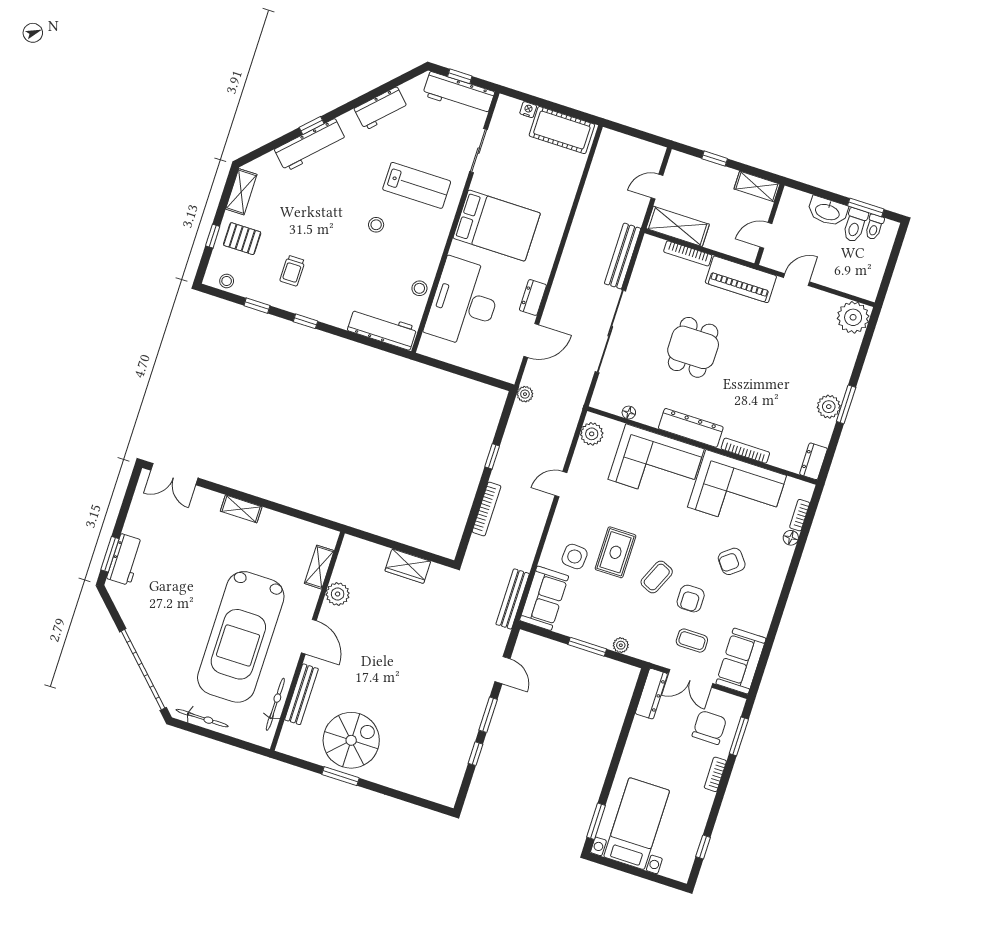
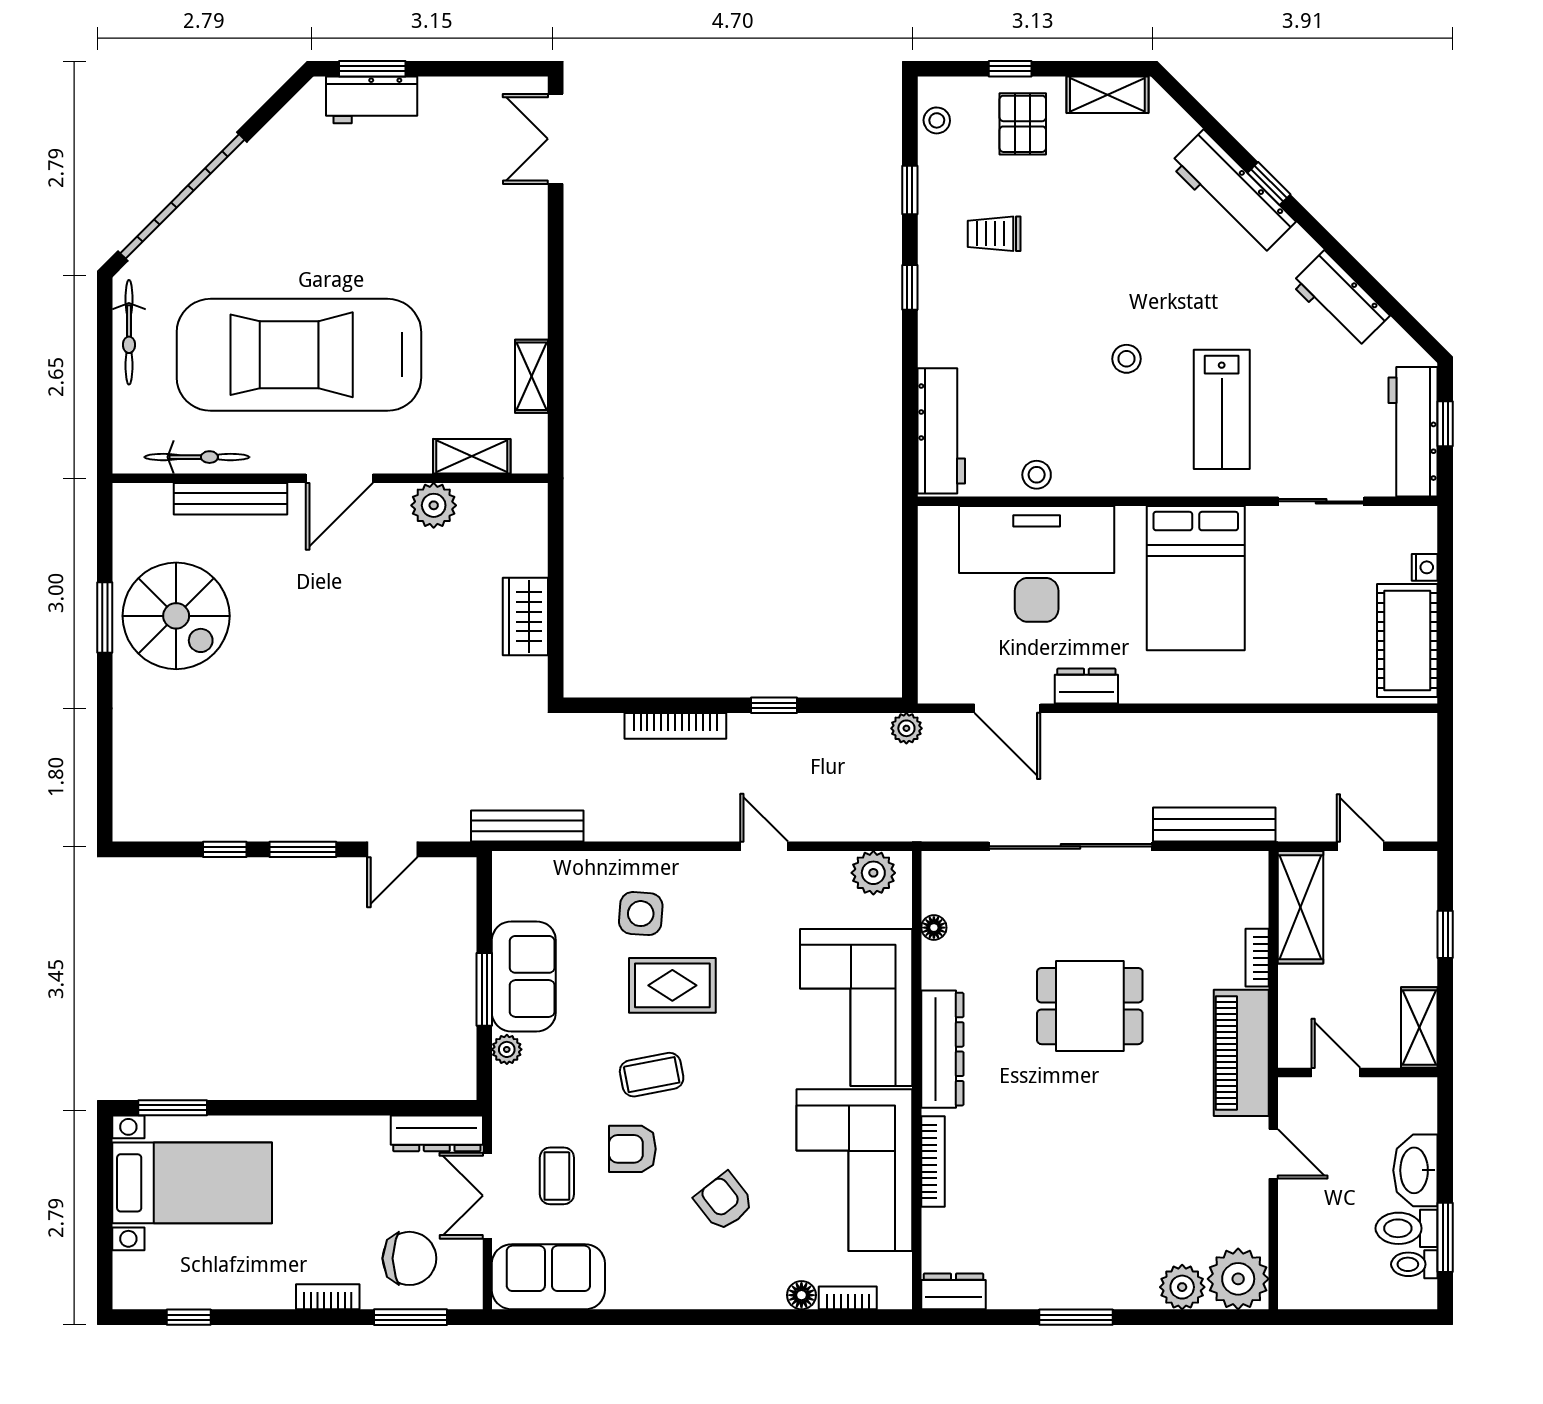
bookcase: (688, 253) -> (1257, 958), width x0.64
plant: (829, 407) -> (1182, 1287), moved
shelving: (241, 509) -> (531, 376), moved
coffee table: (657, 577) -> (652, 1075), turned -35
sofa: (544, 598) -> (524, 976), moved, turned -90

